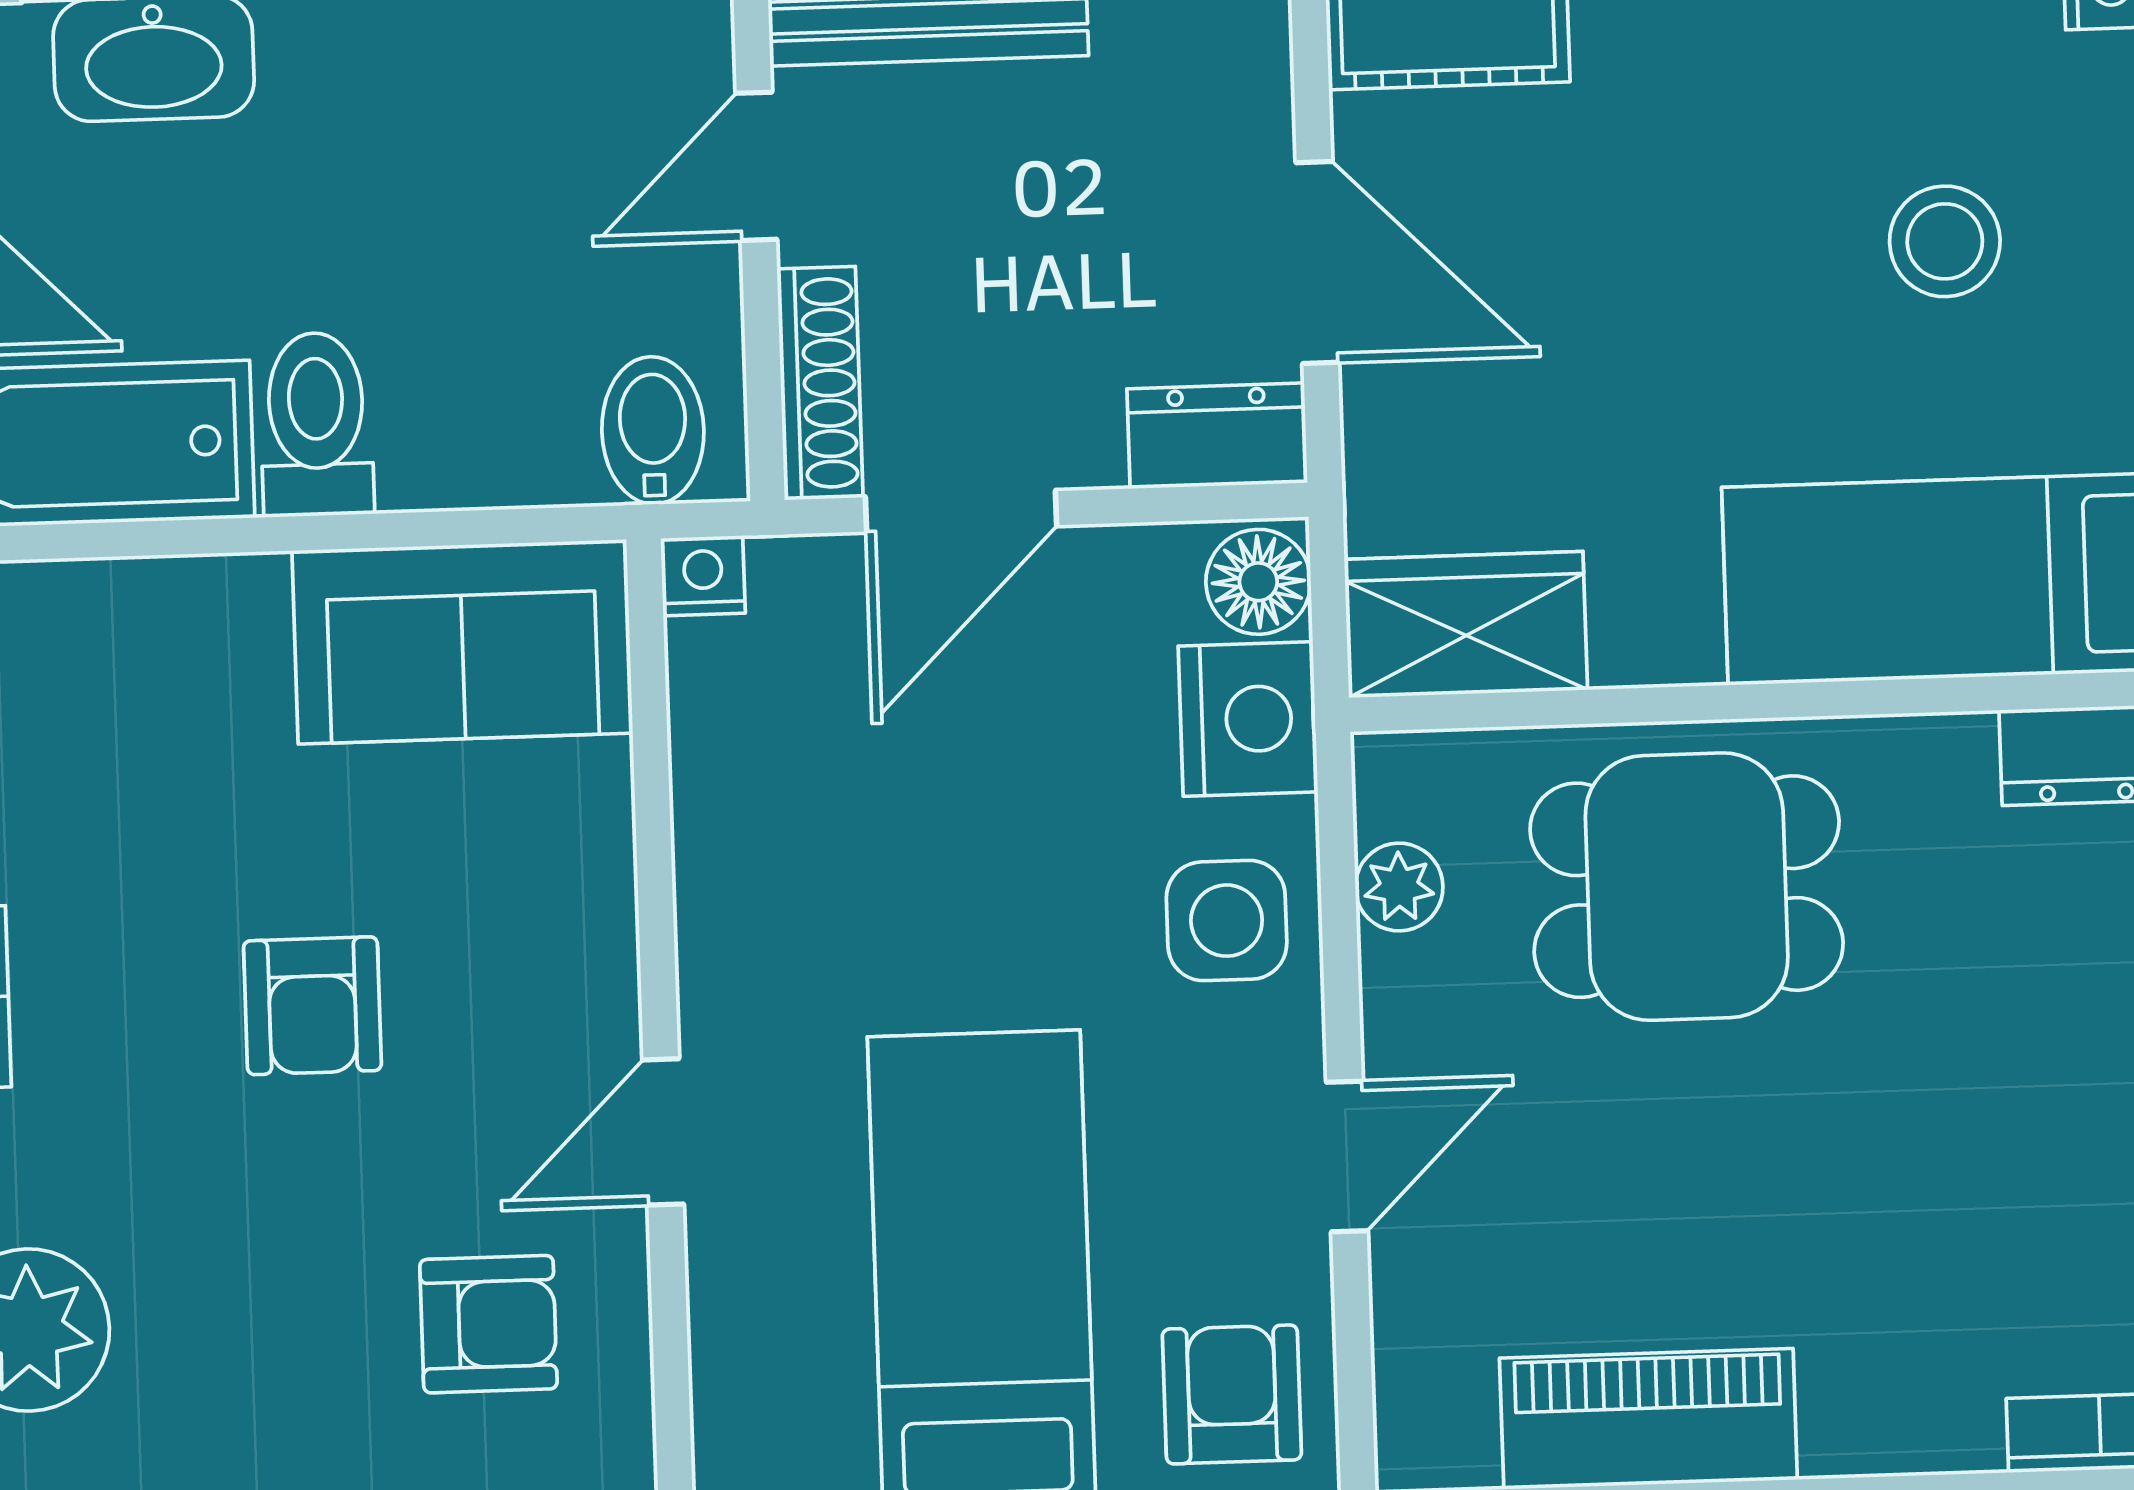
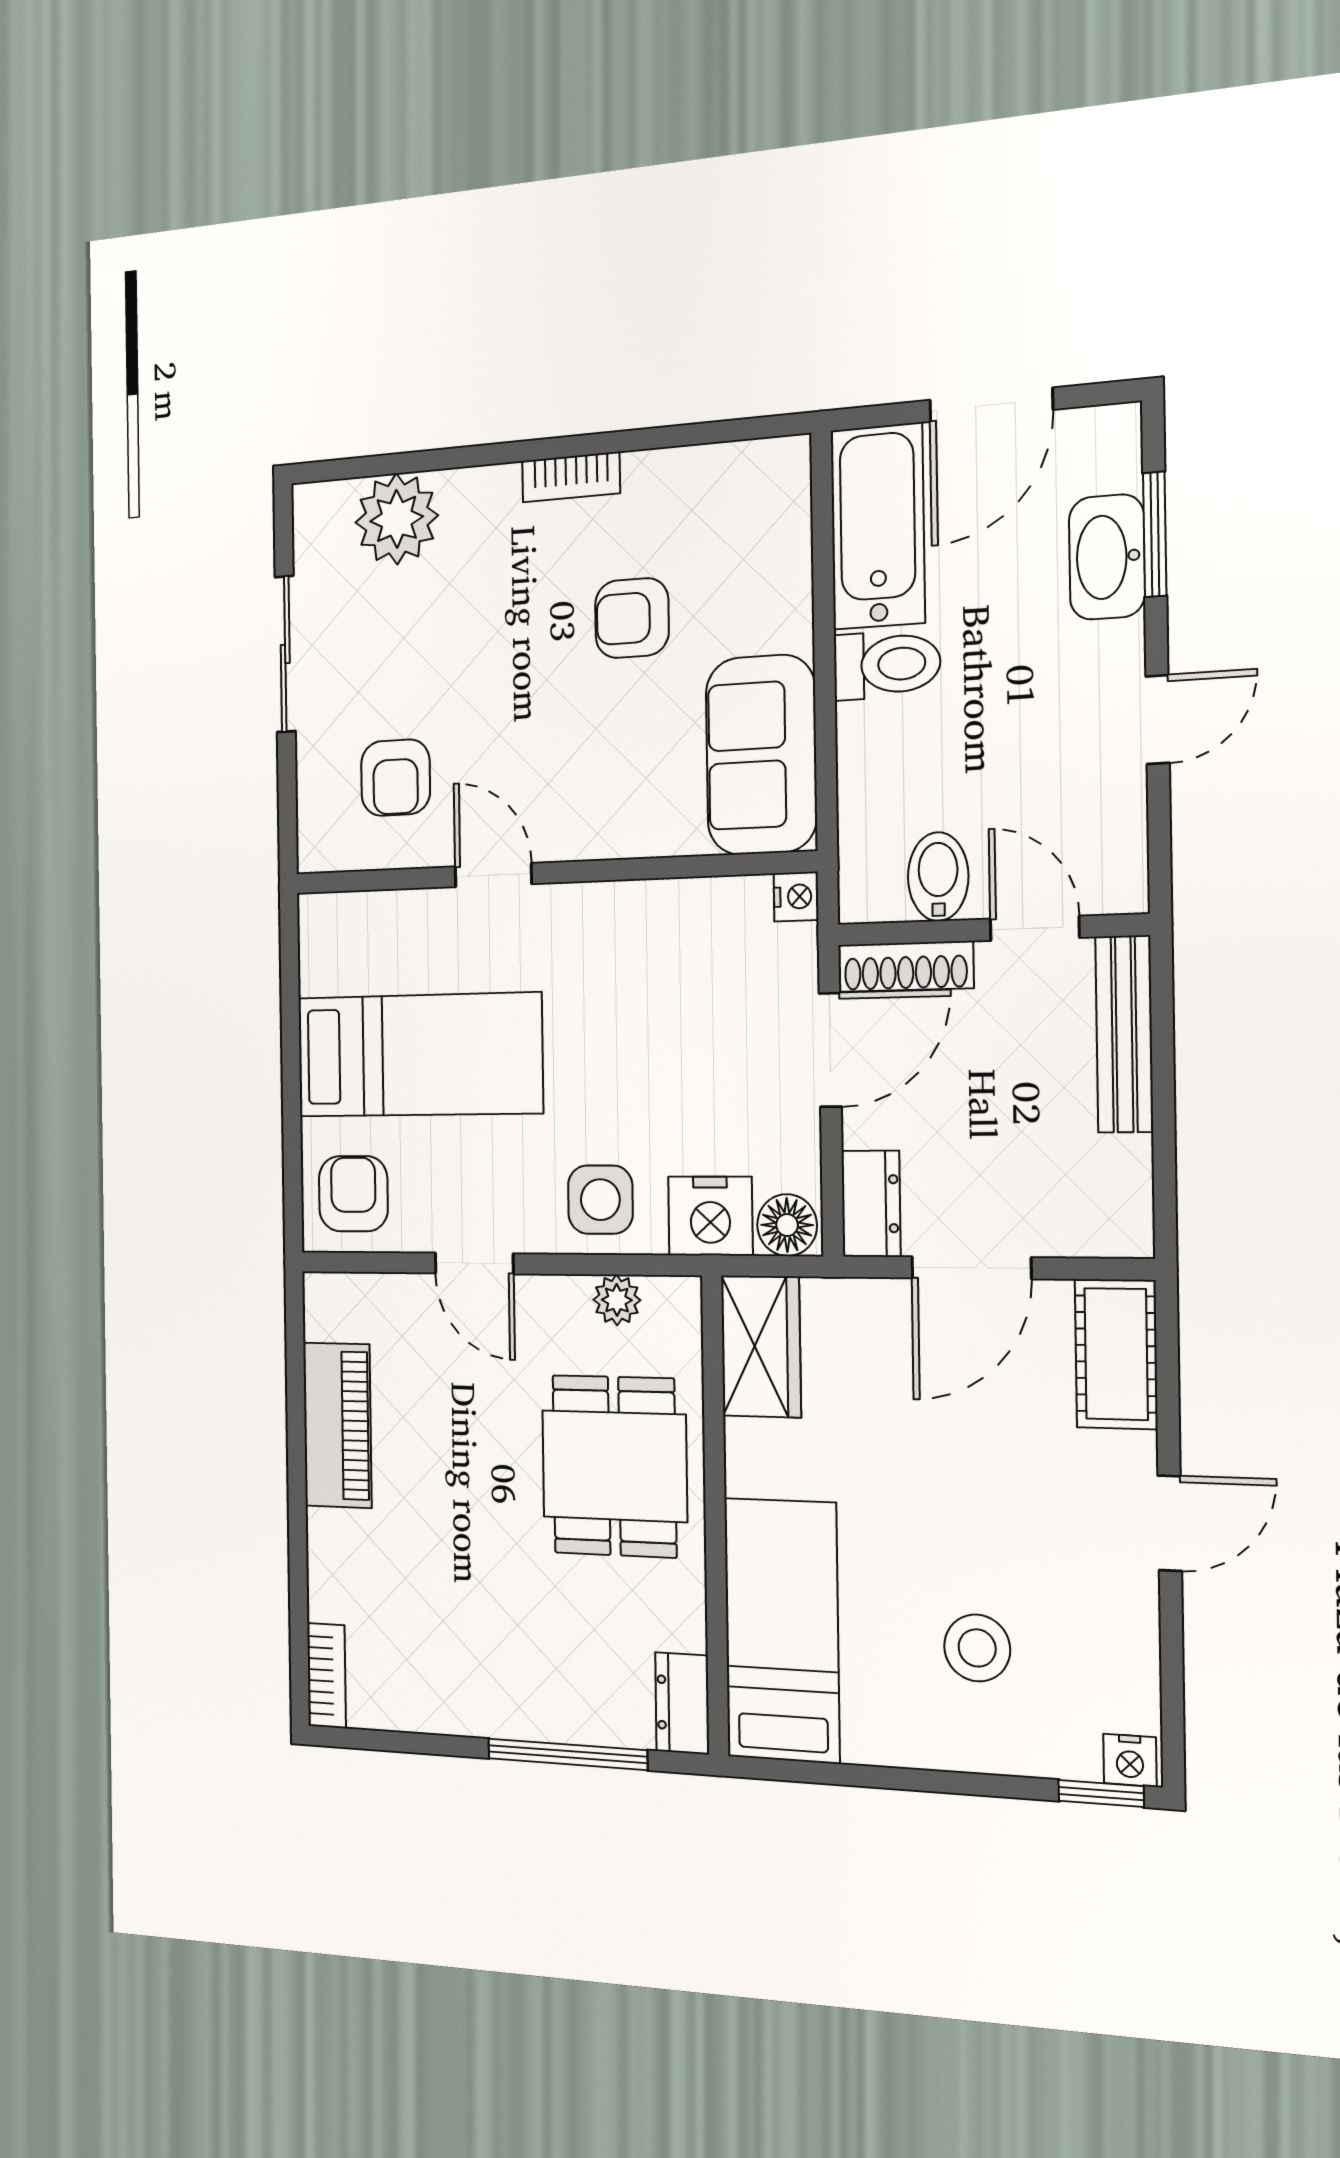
bidet: (653, 431) -> (938, 877), moved, turned -90
door: (961, 511) -> (830, 1050), swing flipped
armchair: (312, 1006) -> (632, 618), moved
armchair: (1232, 1394) -> (353, 1194), turned -90

